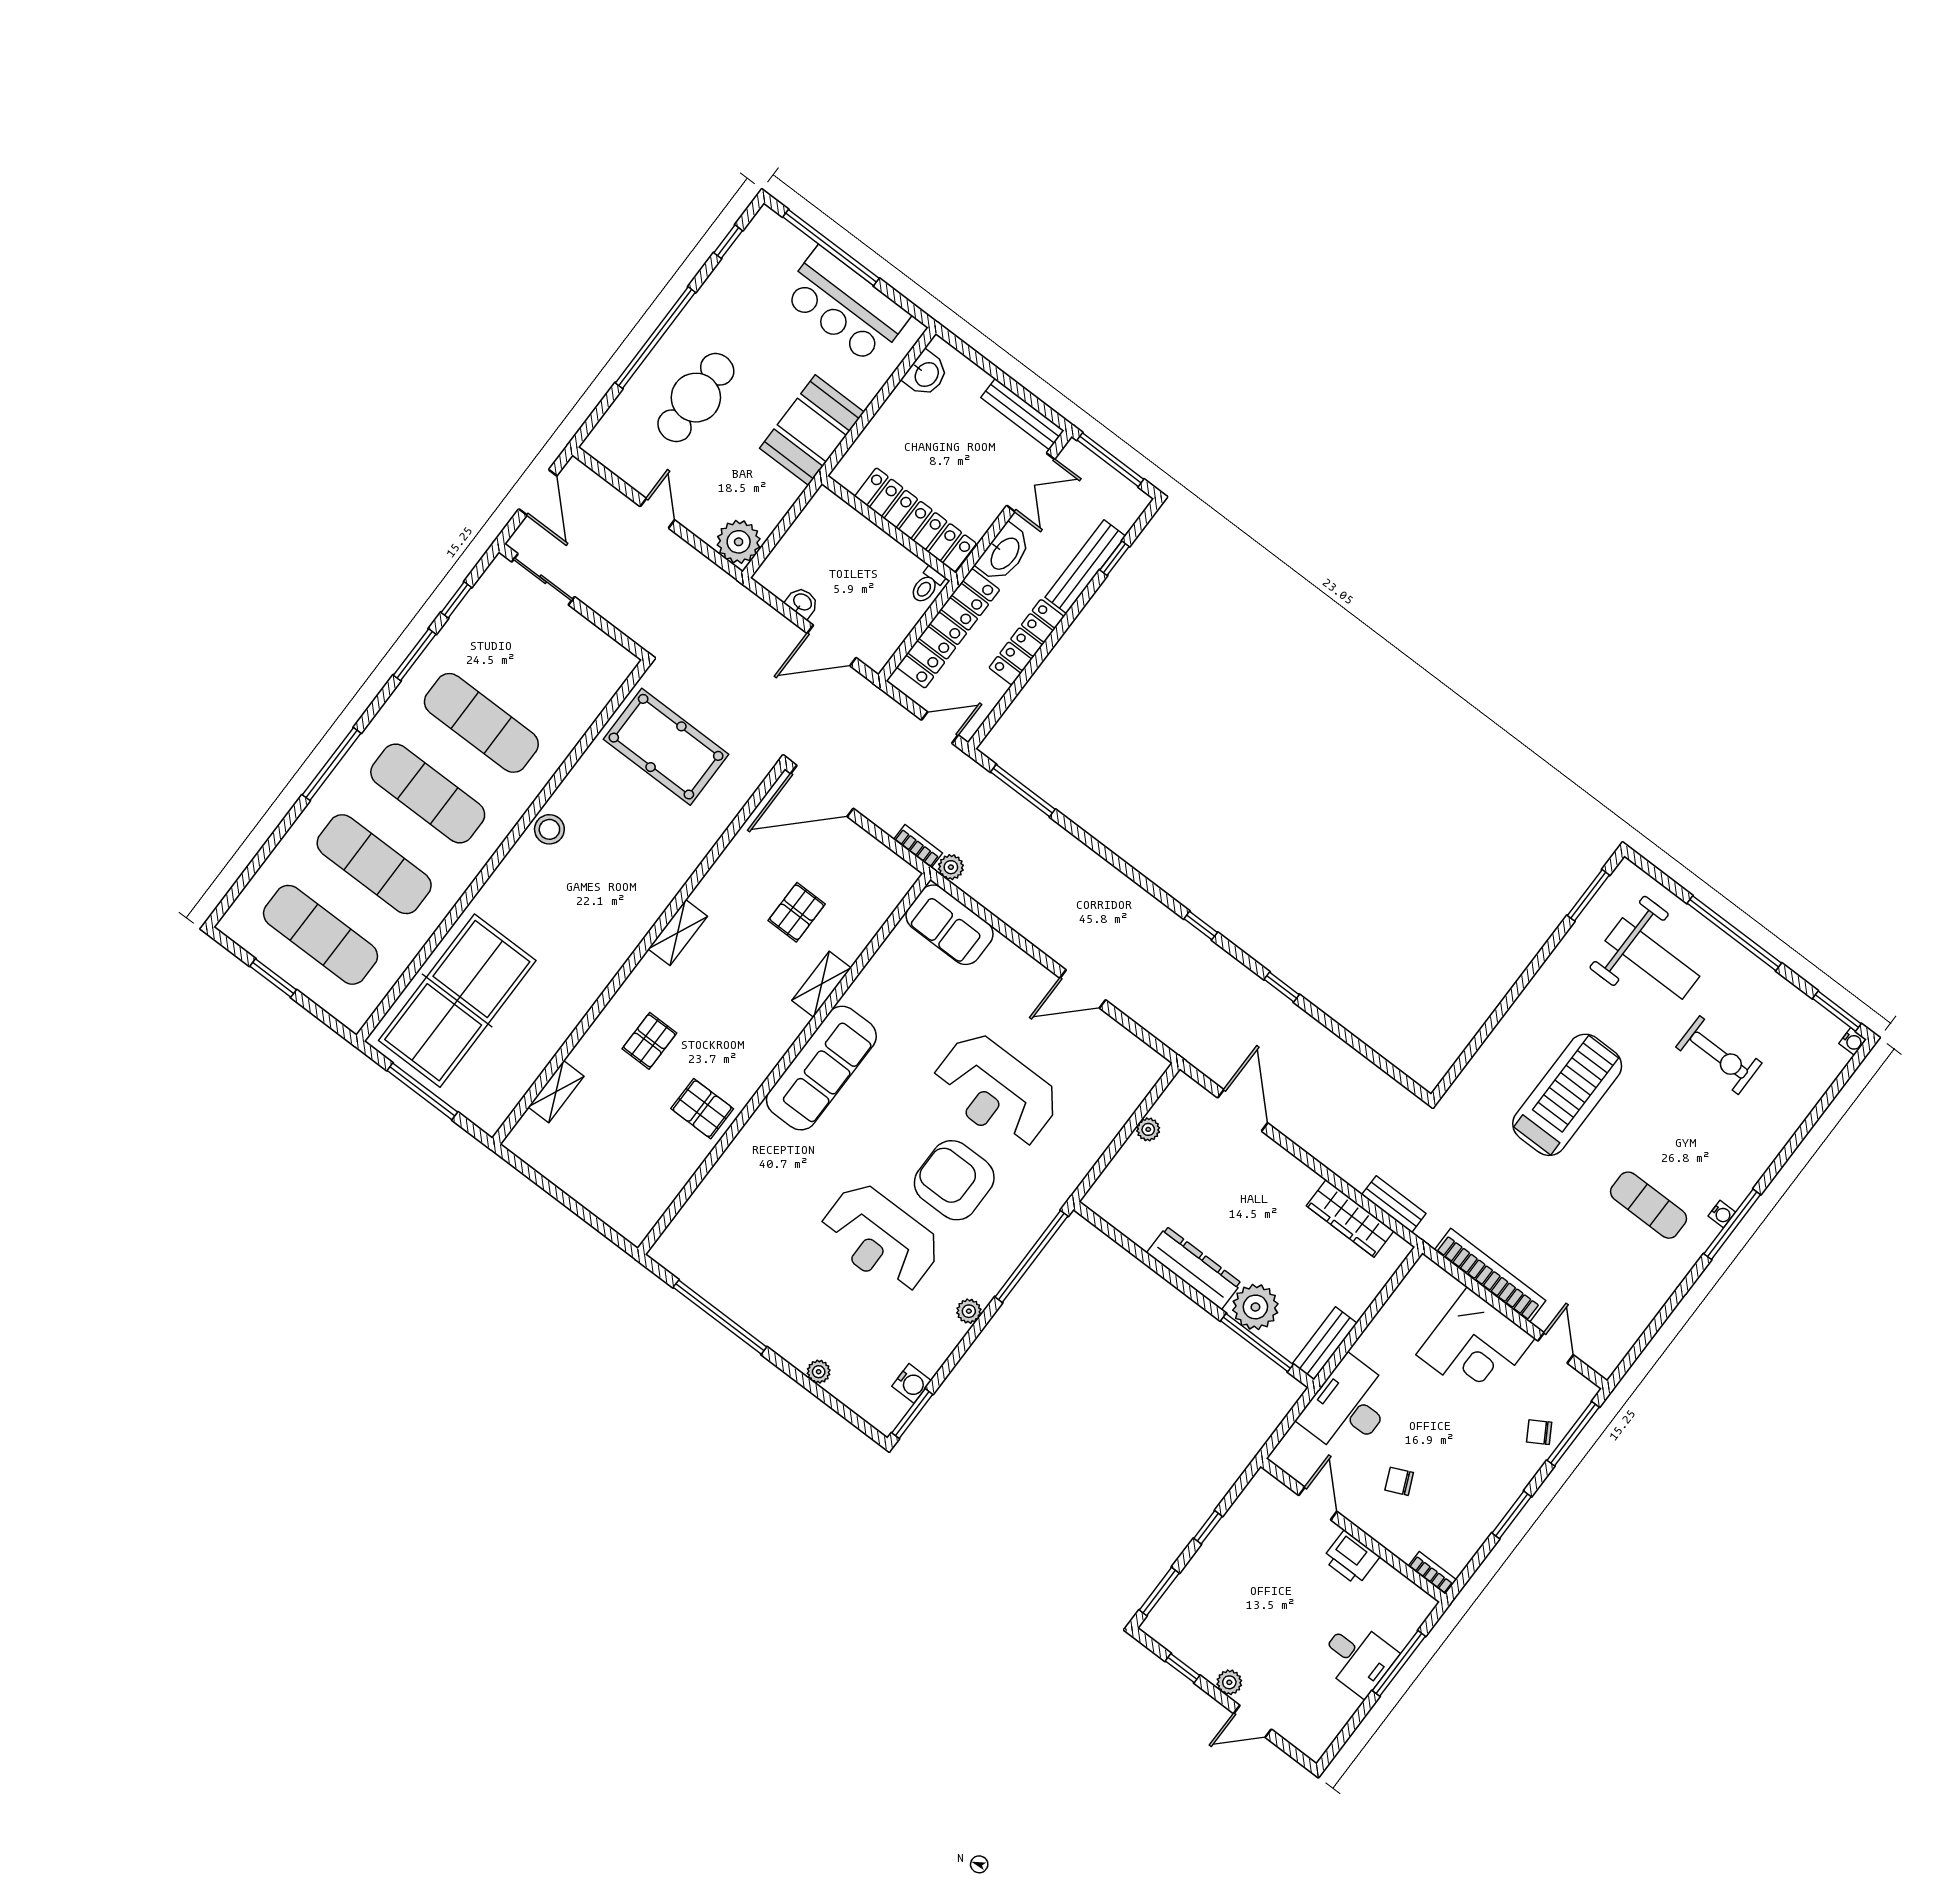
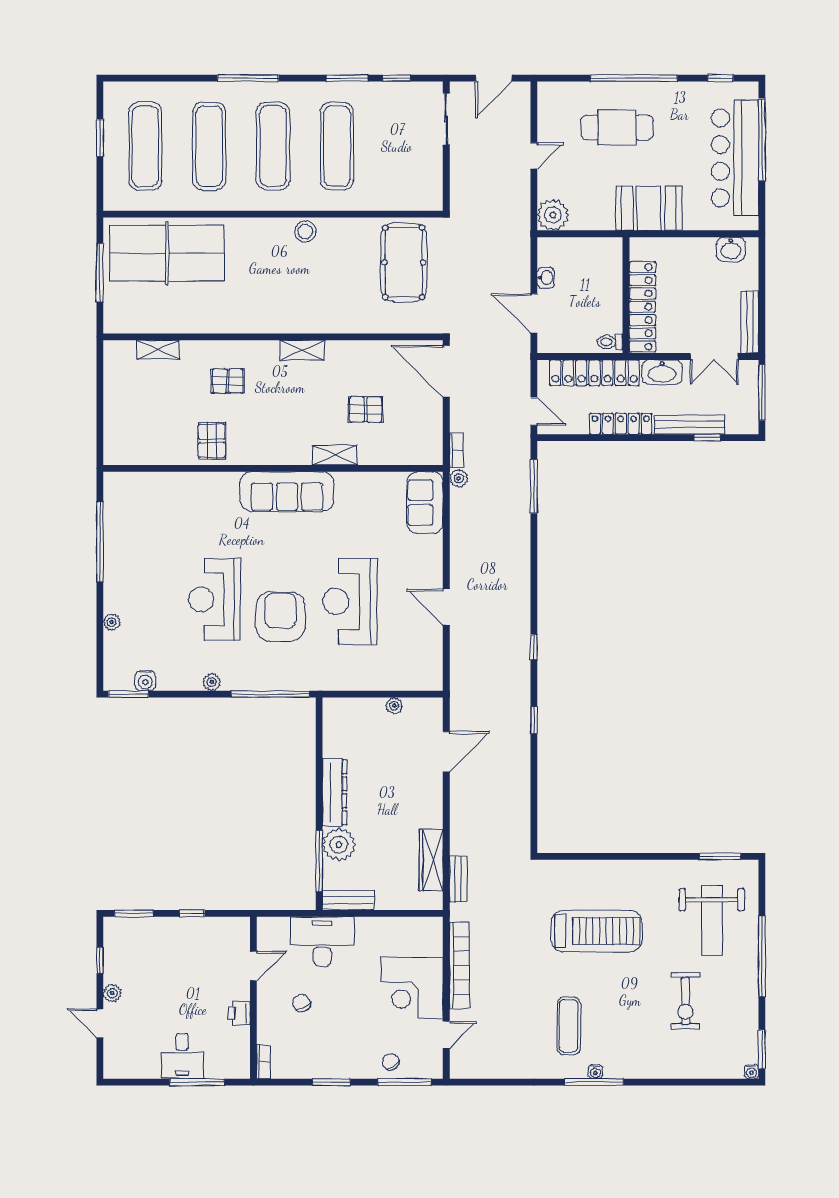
bar counter: (846, 306) -> (735, 158), width x1.36
printer: (1351, 1558) -> (239, 1013), width x0.73, depth x0.81

